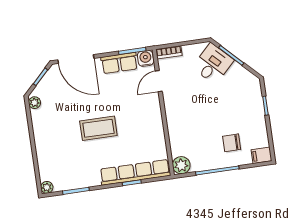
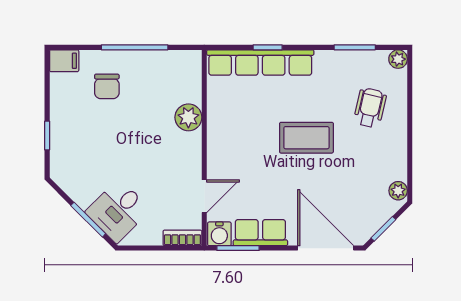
chair: (232, 143) -> (107, 86), turned 90
wheelchair: (60, 153) -> (370, 108), added
plant: (181, 165) -> (188, 117), moved

